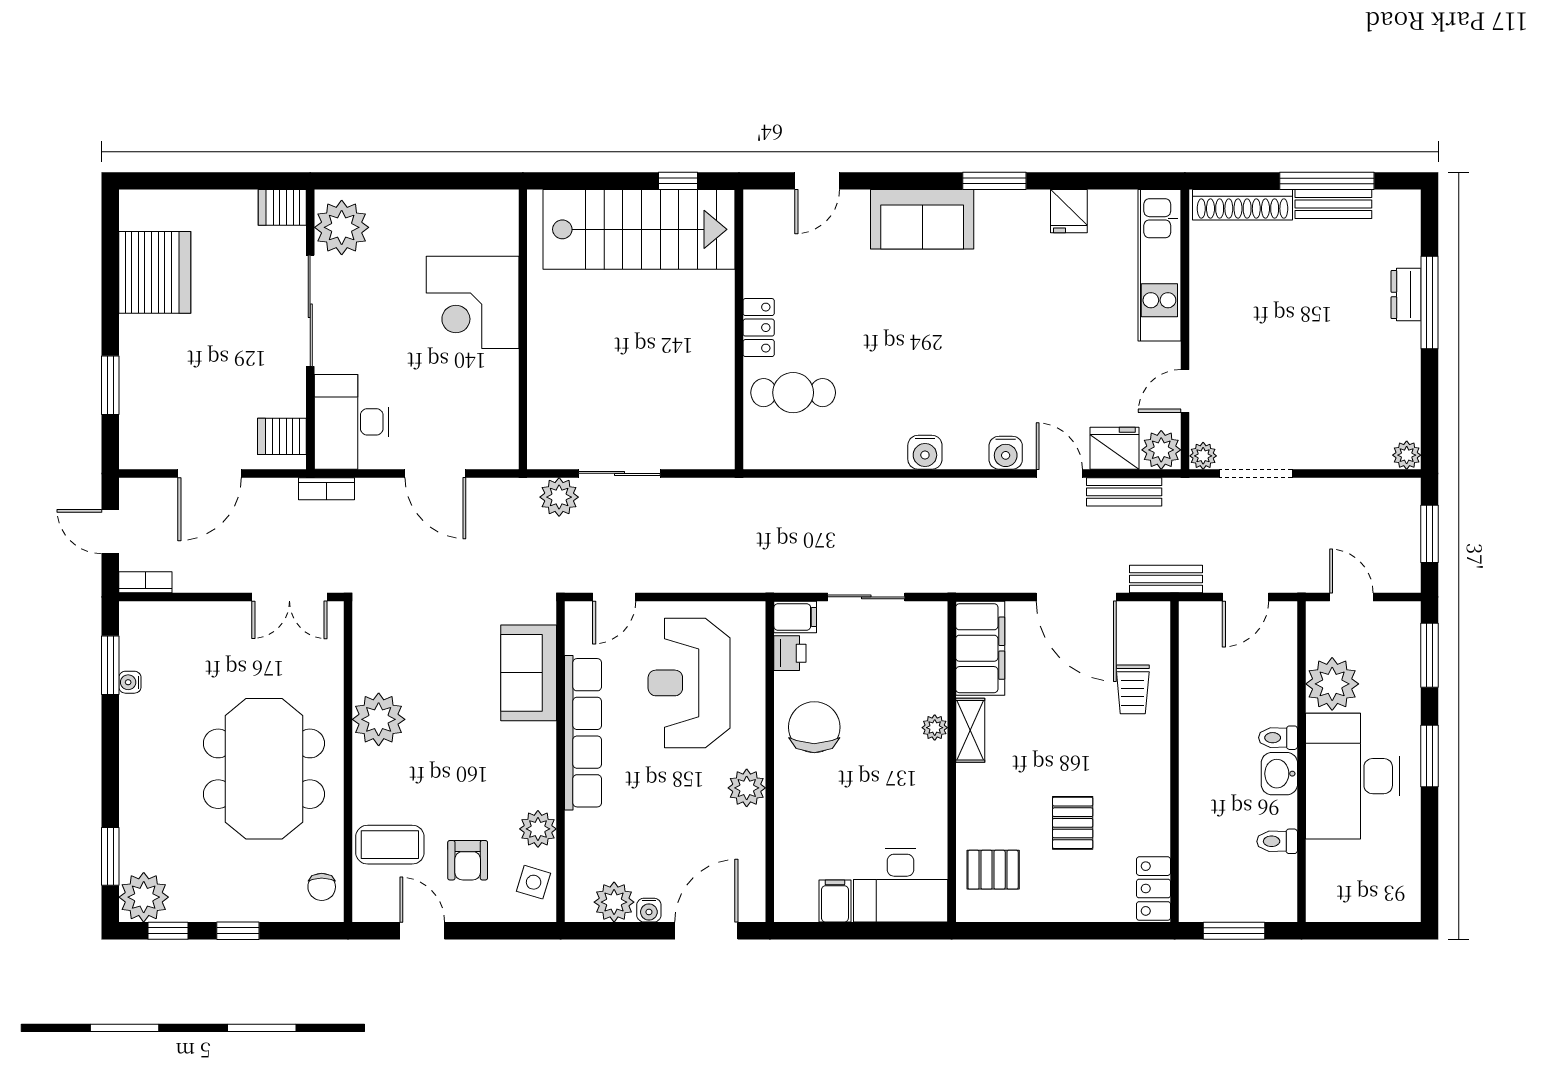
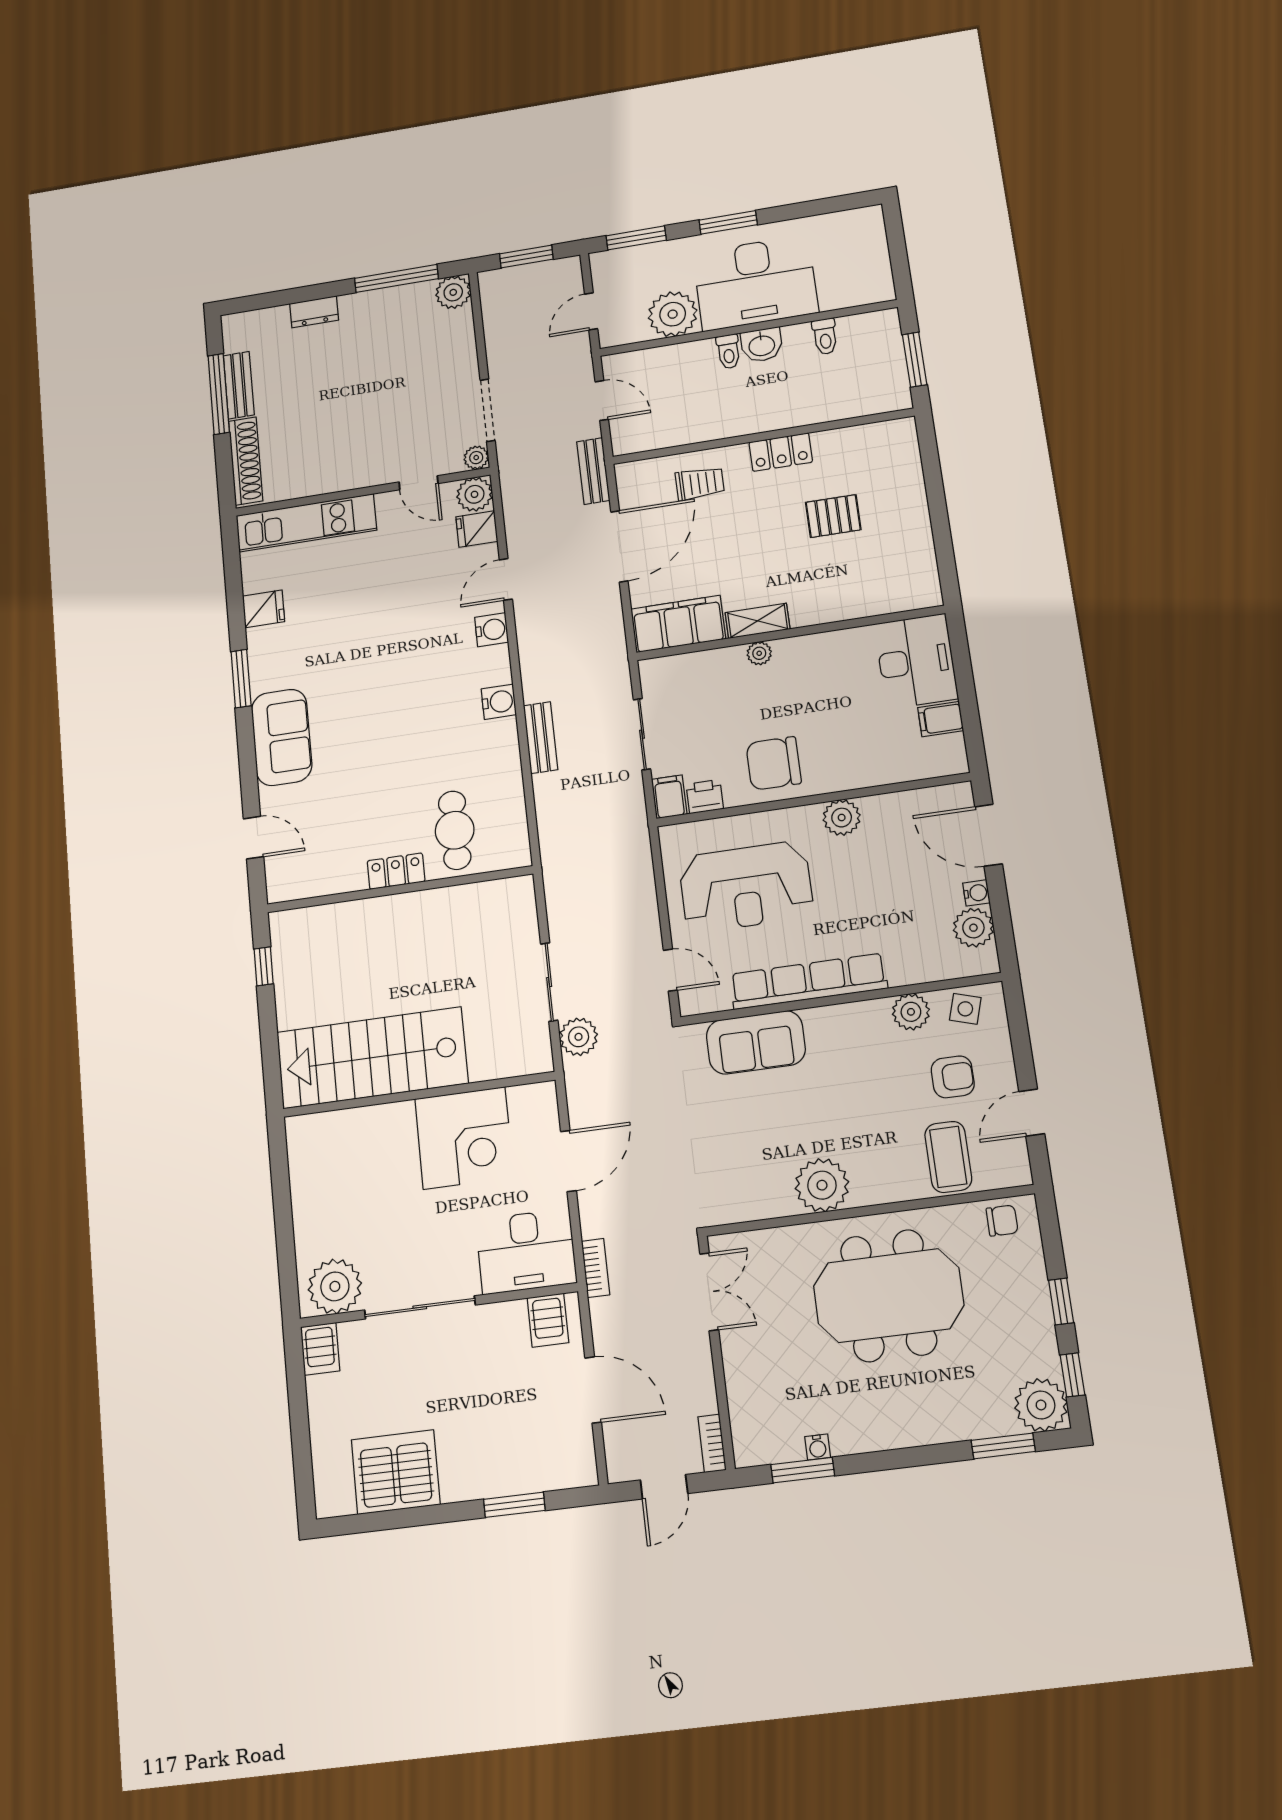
stairs: (639, 229) -> (372, 1058), moved, turned -90
corner desk: (473, 302) -> (464, 1138), moved
window: (1429, 303) -> (396, 278), moved
fridge: (1115, 448) -> (477, 529), width x0.72
plant: (1407, 455) -> (453, 292), width x1.38, depth x1.38
bench: (1124, 492) -> (541, 738), moved
pallet: (993, 870) -> (888, 580), removed
locker: (1154, 889) -> (781, 452), moved

